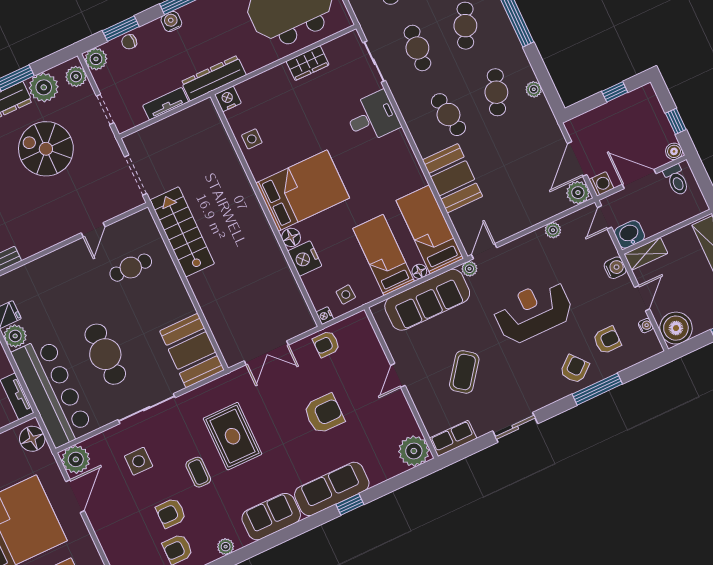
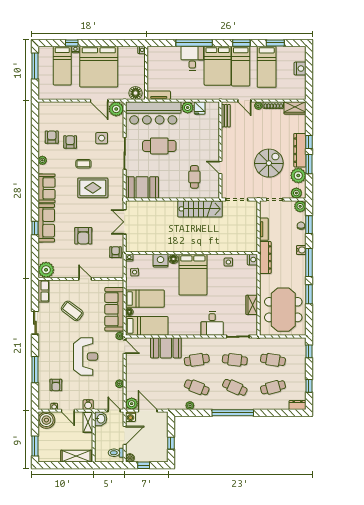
armchair: (575, 369) -> (49, 363), removed

